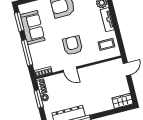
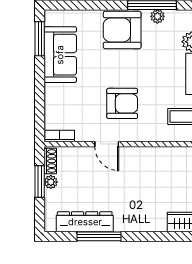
armchair: (73, 45) -> (122, 103), turned 89
window: (27, 53) -> (40, 96), removed

